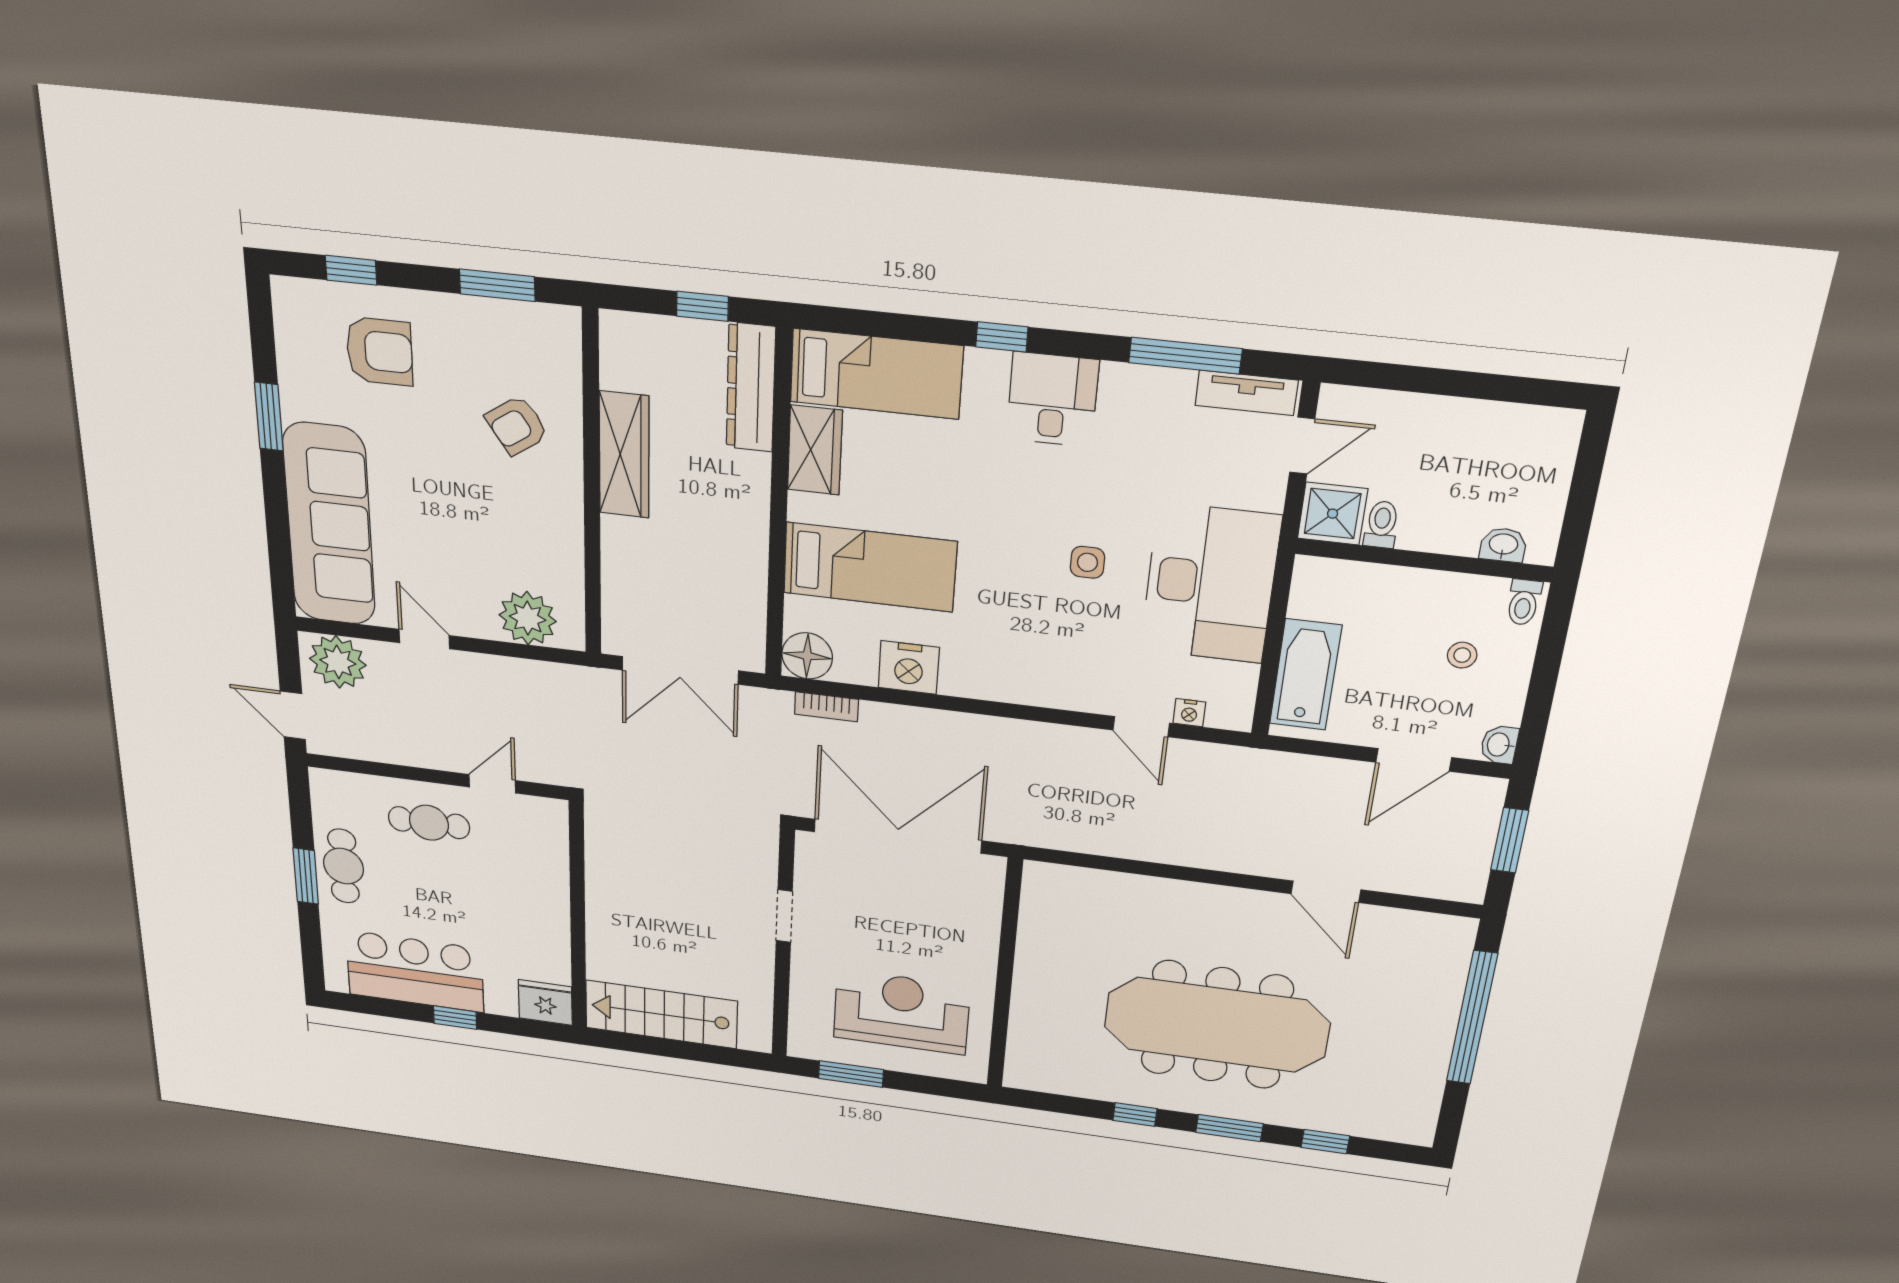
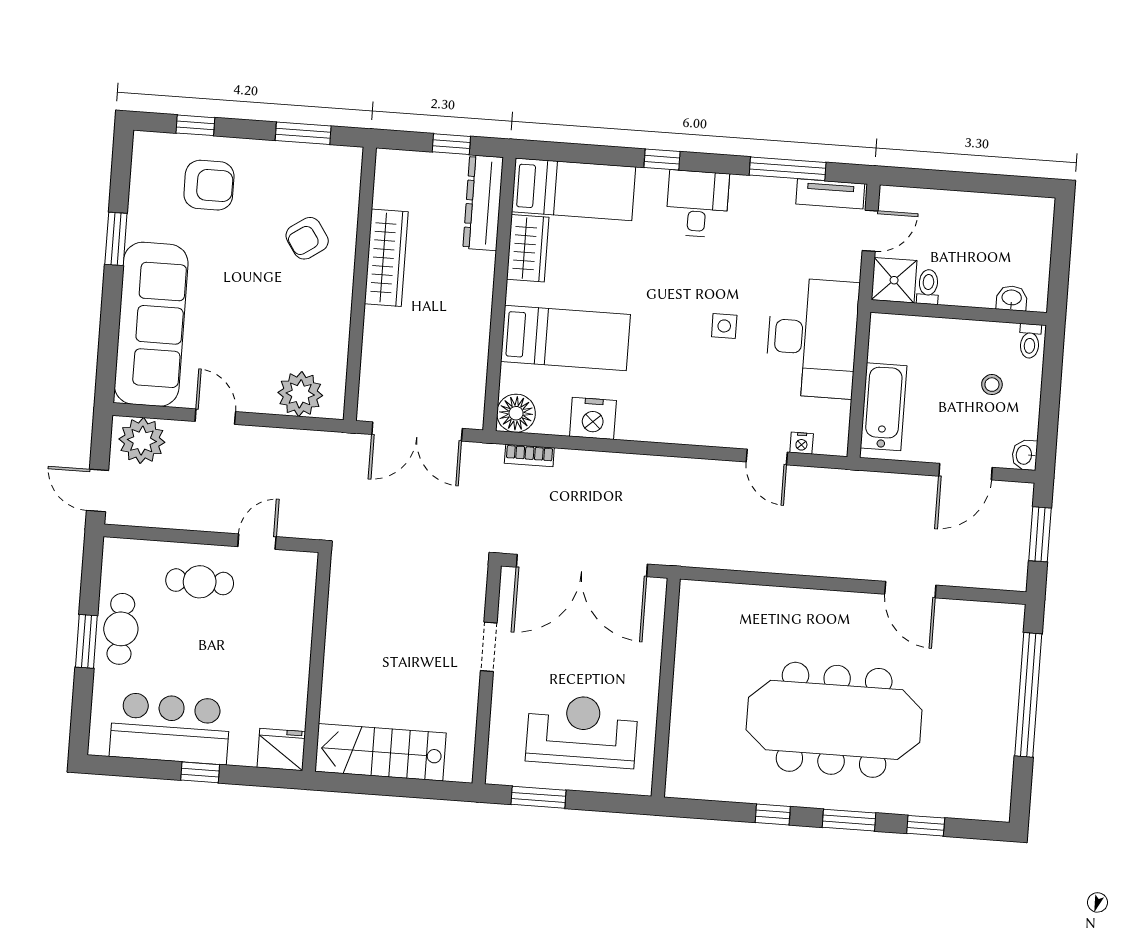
double door: (898, 836) -> (582, 566), swing flipped

